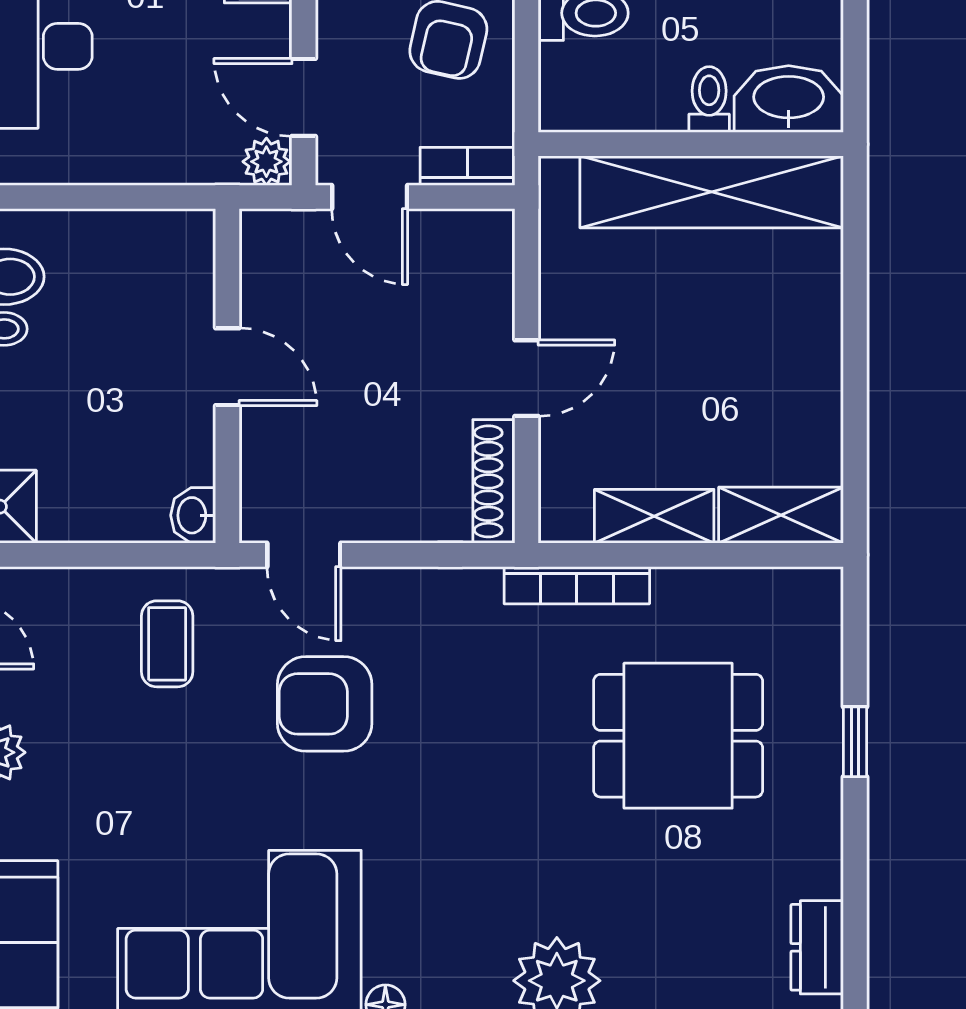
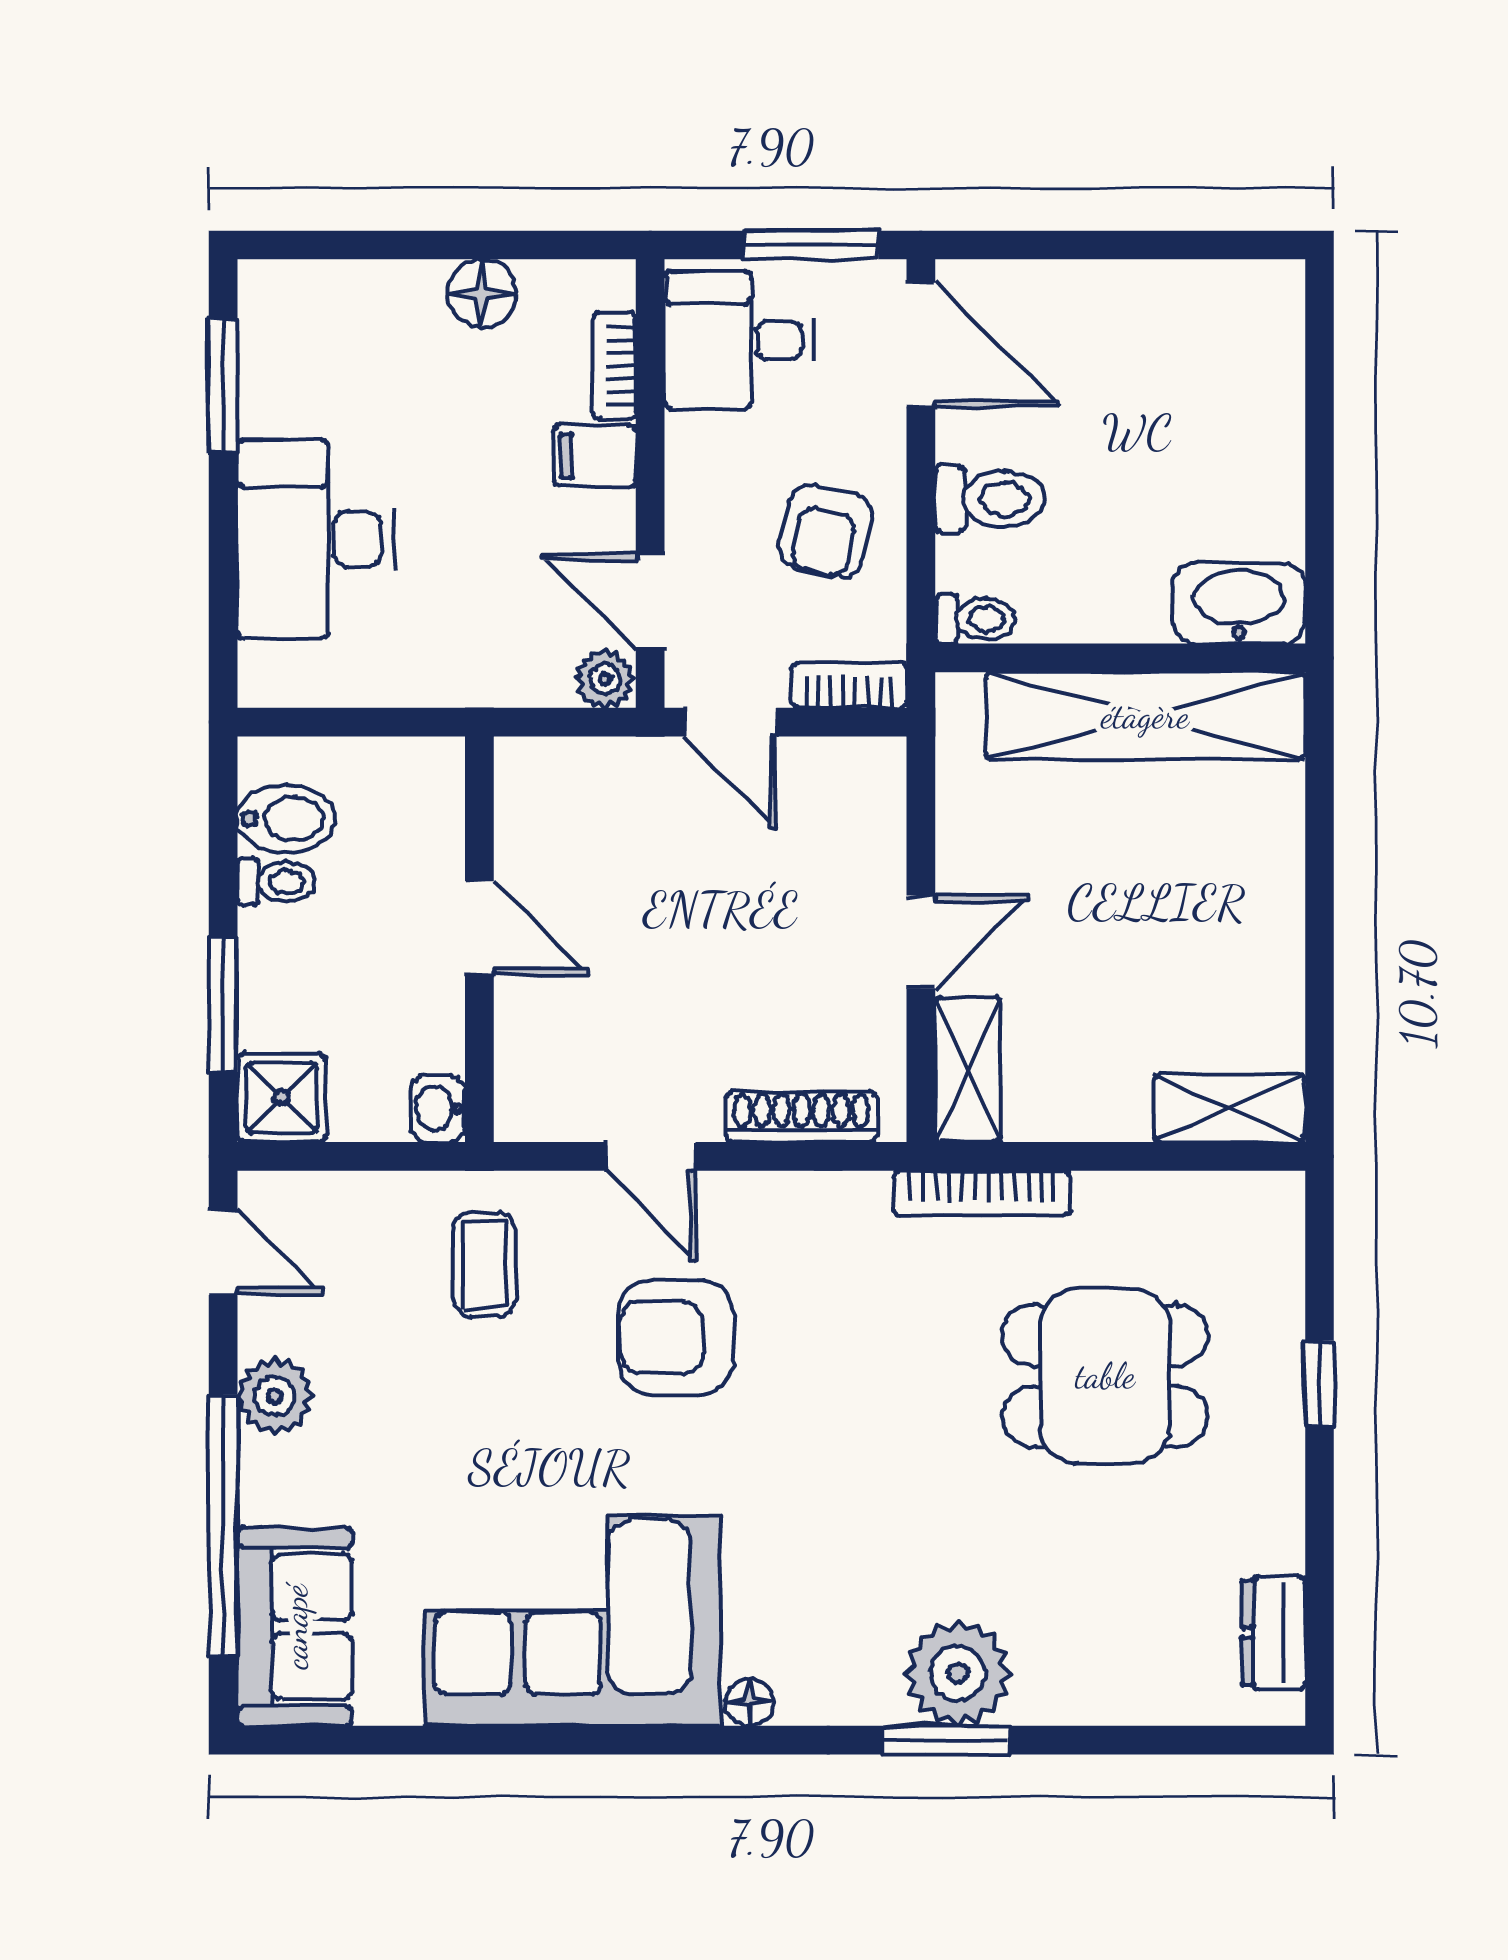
toilet: (709, 100) -> (975, 619), moved, turned 90
door: (227, 367) -> (479, 928), moved
wall: (227, 376) -> (479, 939), moved
shoe rack: (494, 481) -> (801, 1117), moved, turned 90
washbasin: (193, 515) -> (438, 1108), moved
shelving: (654, 516) -> (968, 1070), moved, turned 90

